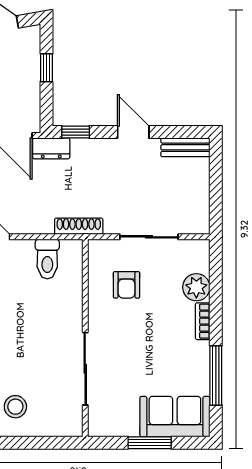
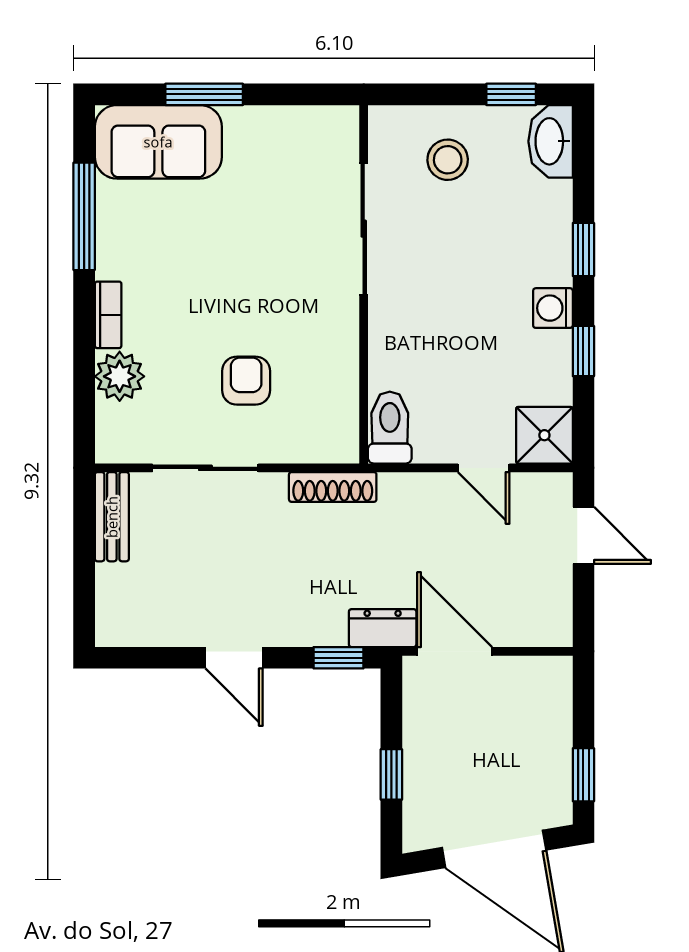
bench: (185, 147) -> (112, 517), moved, turned 90
wall: (85, 338) -> (364, 284), moved
sliding door: (85, 369) -> (364, 229), moved

